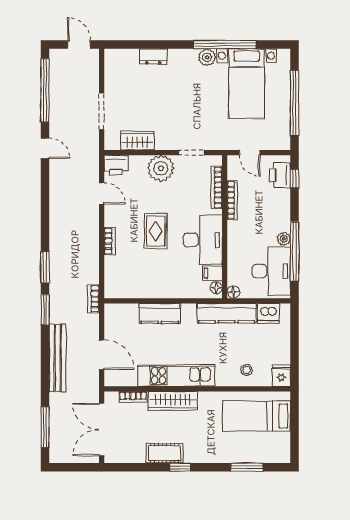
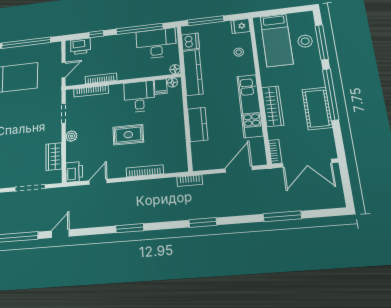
plant: (161, 168) -> (71, 136), width x0.53, depth x0.53
window: (295, 179) -> (96, 34), moved
plant: (284, 239) -> (130, 38), removed
desk: (203, 240) -> (139, 96), width x0.73
bookcase: (110, 241) -> (145, 171), width x1.56
window: (45, 267) -> (130, 228), moved
window: (295, 334) -> (206, 21), added
bench: (58, 358) -> (246, 208), removed
bookcase: (133, 397) -> (275, 152), moved
window: (45, 427) -> (282, 216), moved
stool: (251, 449) -> (305, 41), added
cot: (165, 453) -> (317, 108), width x1.37, depth x1.34
window: (180, 467) -> (331, 94), width x3.17
window: (247, 467) -> (322, 42), width x1.44

